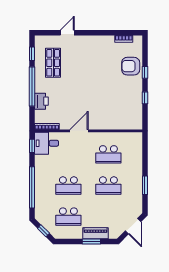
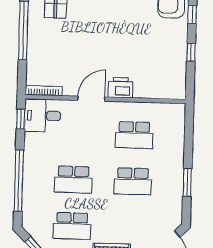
printer: (41, 101) -> (121, 88), moved, turned -90

